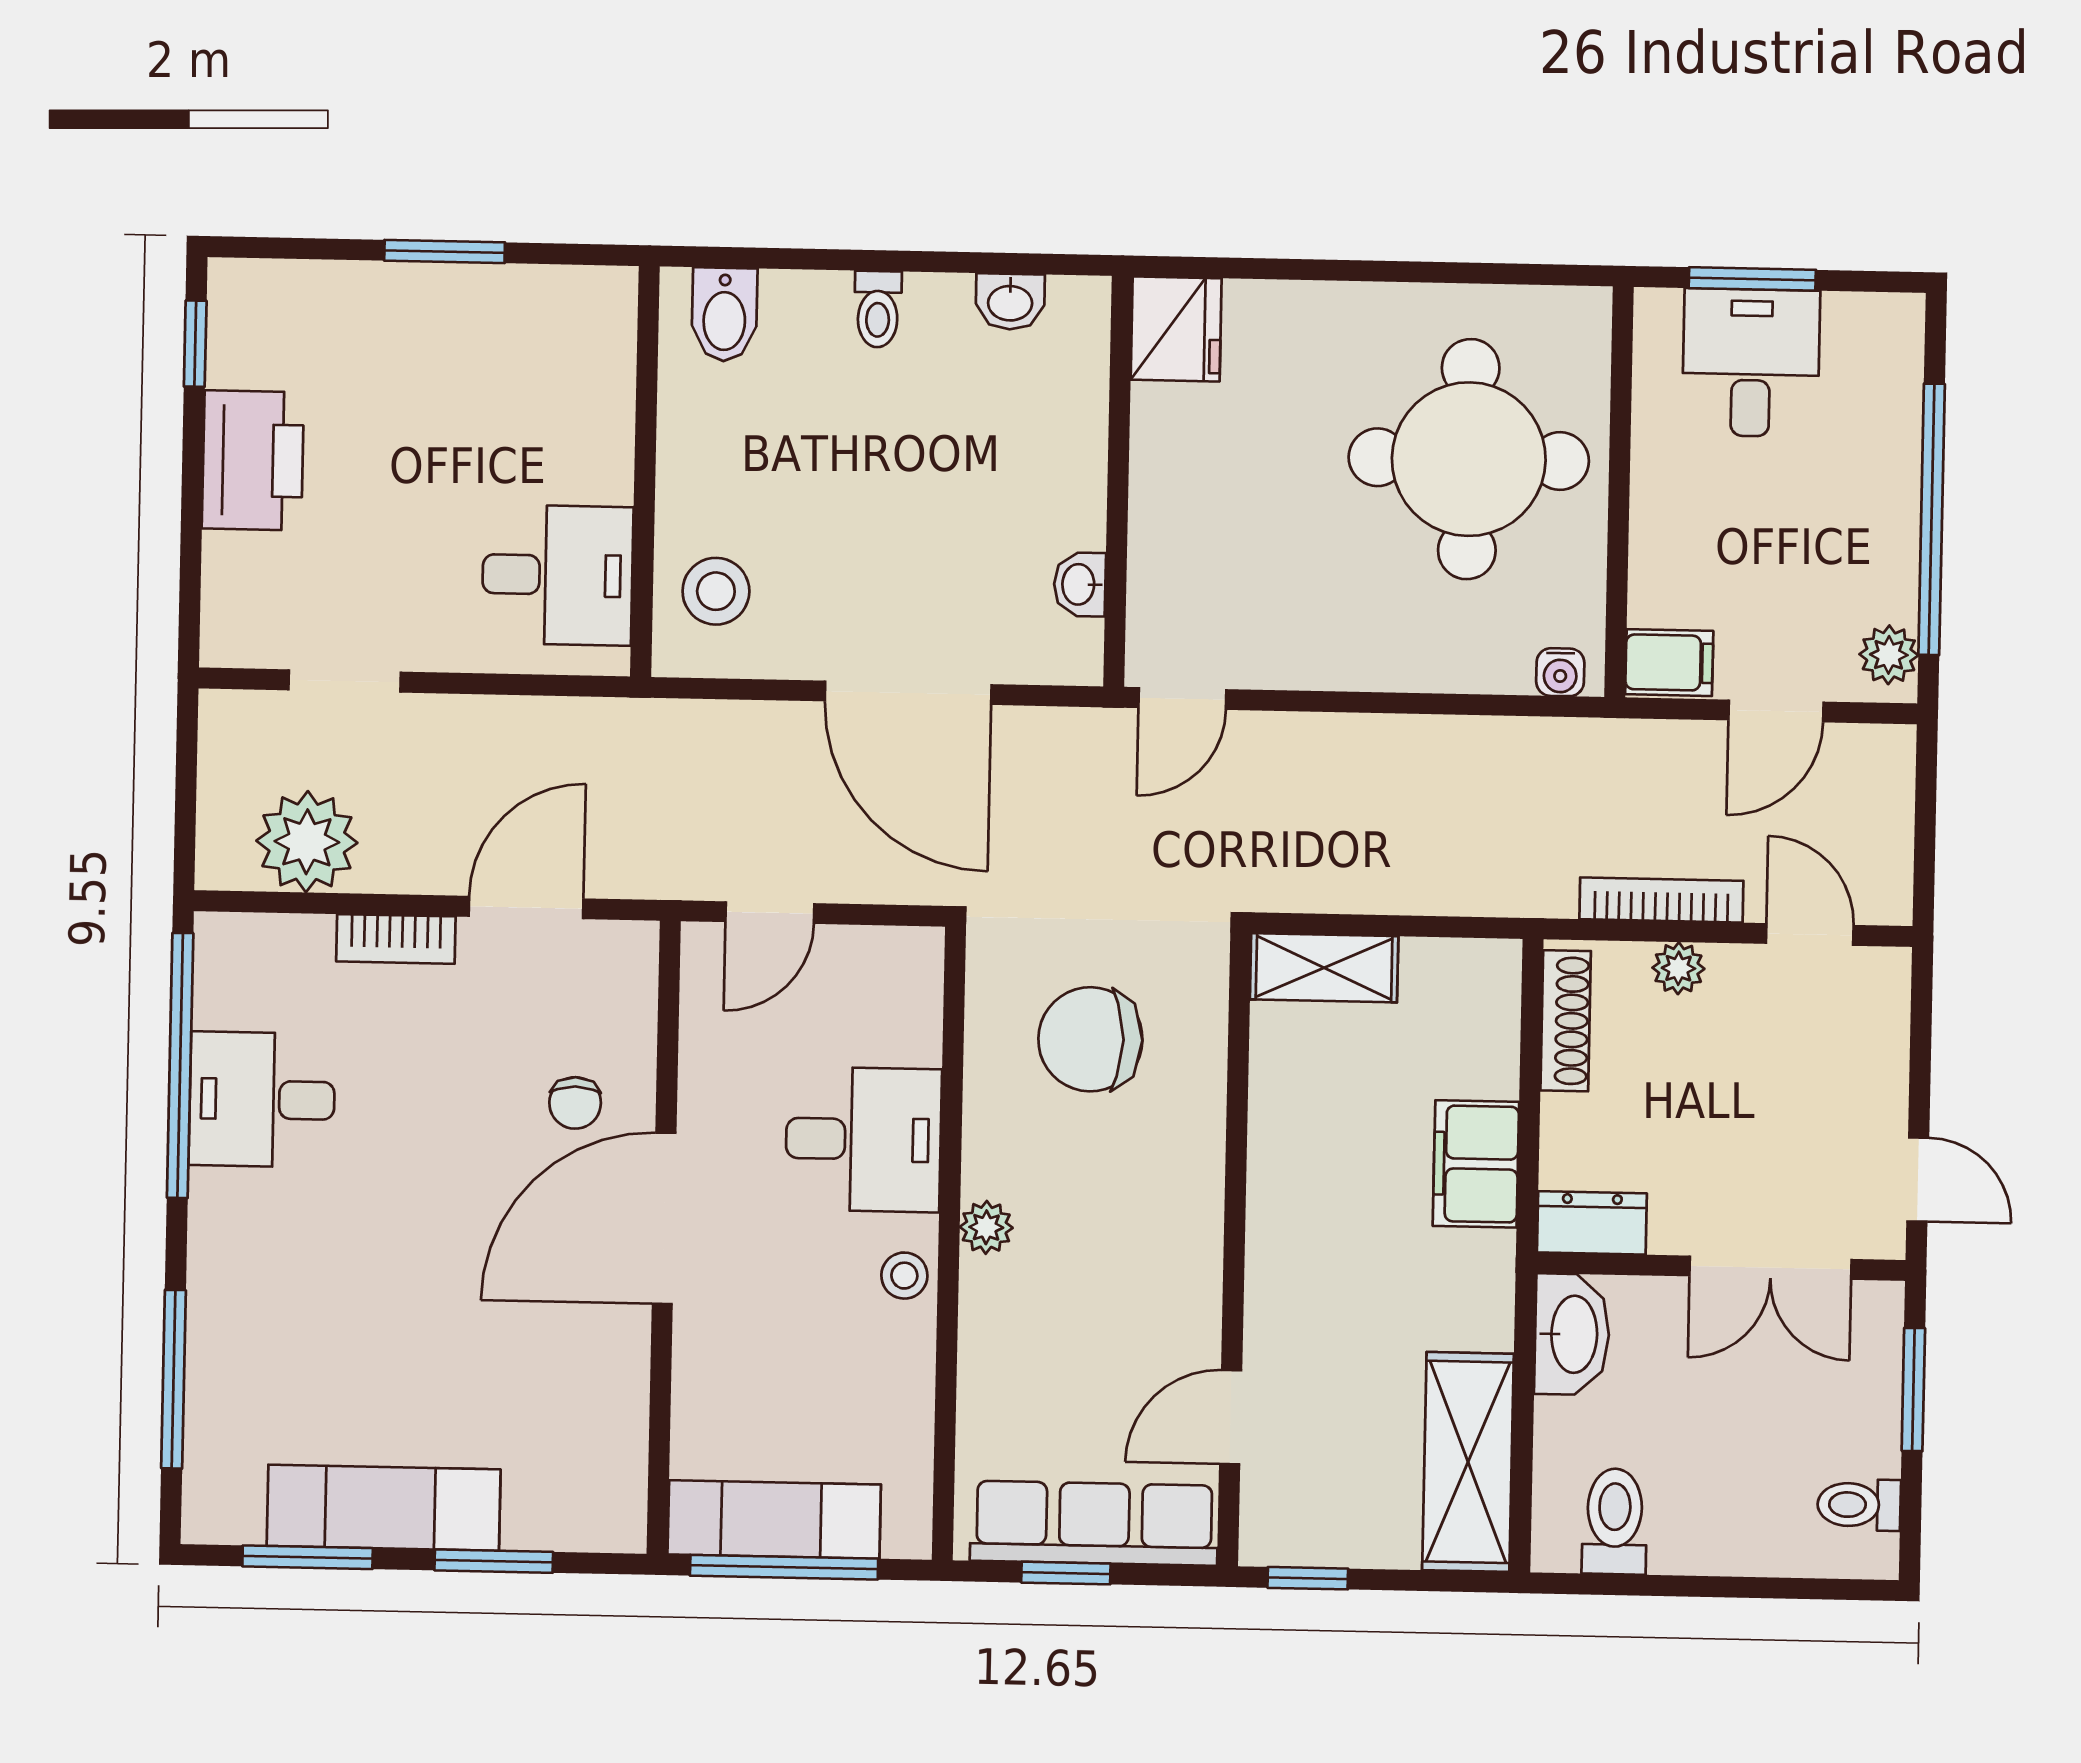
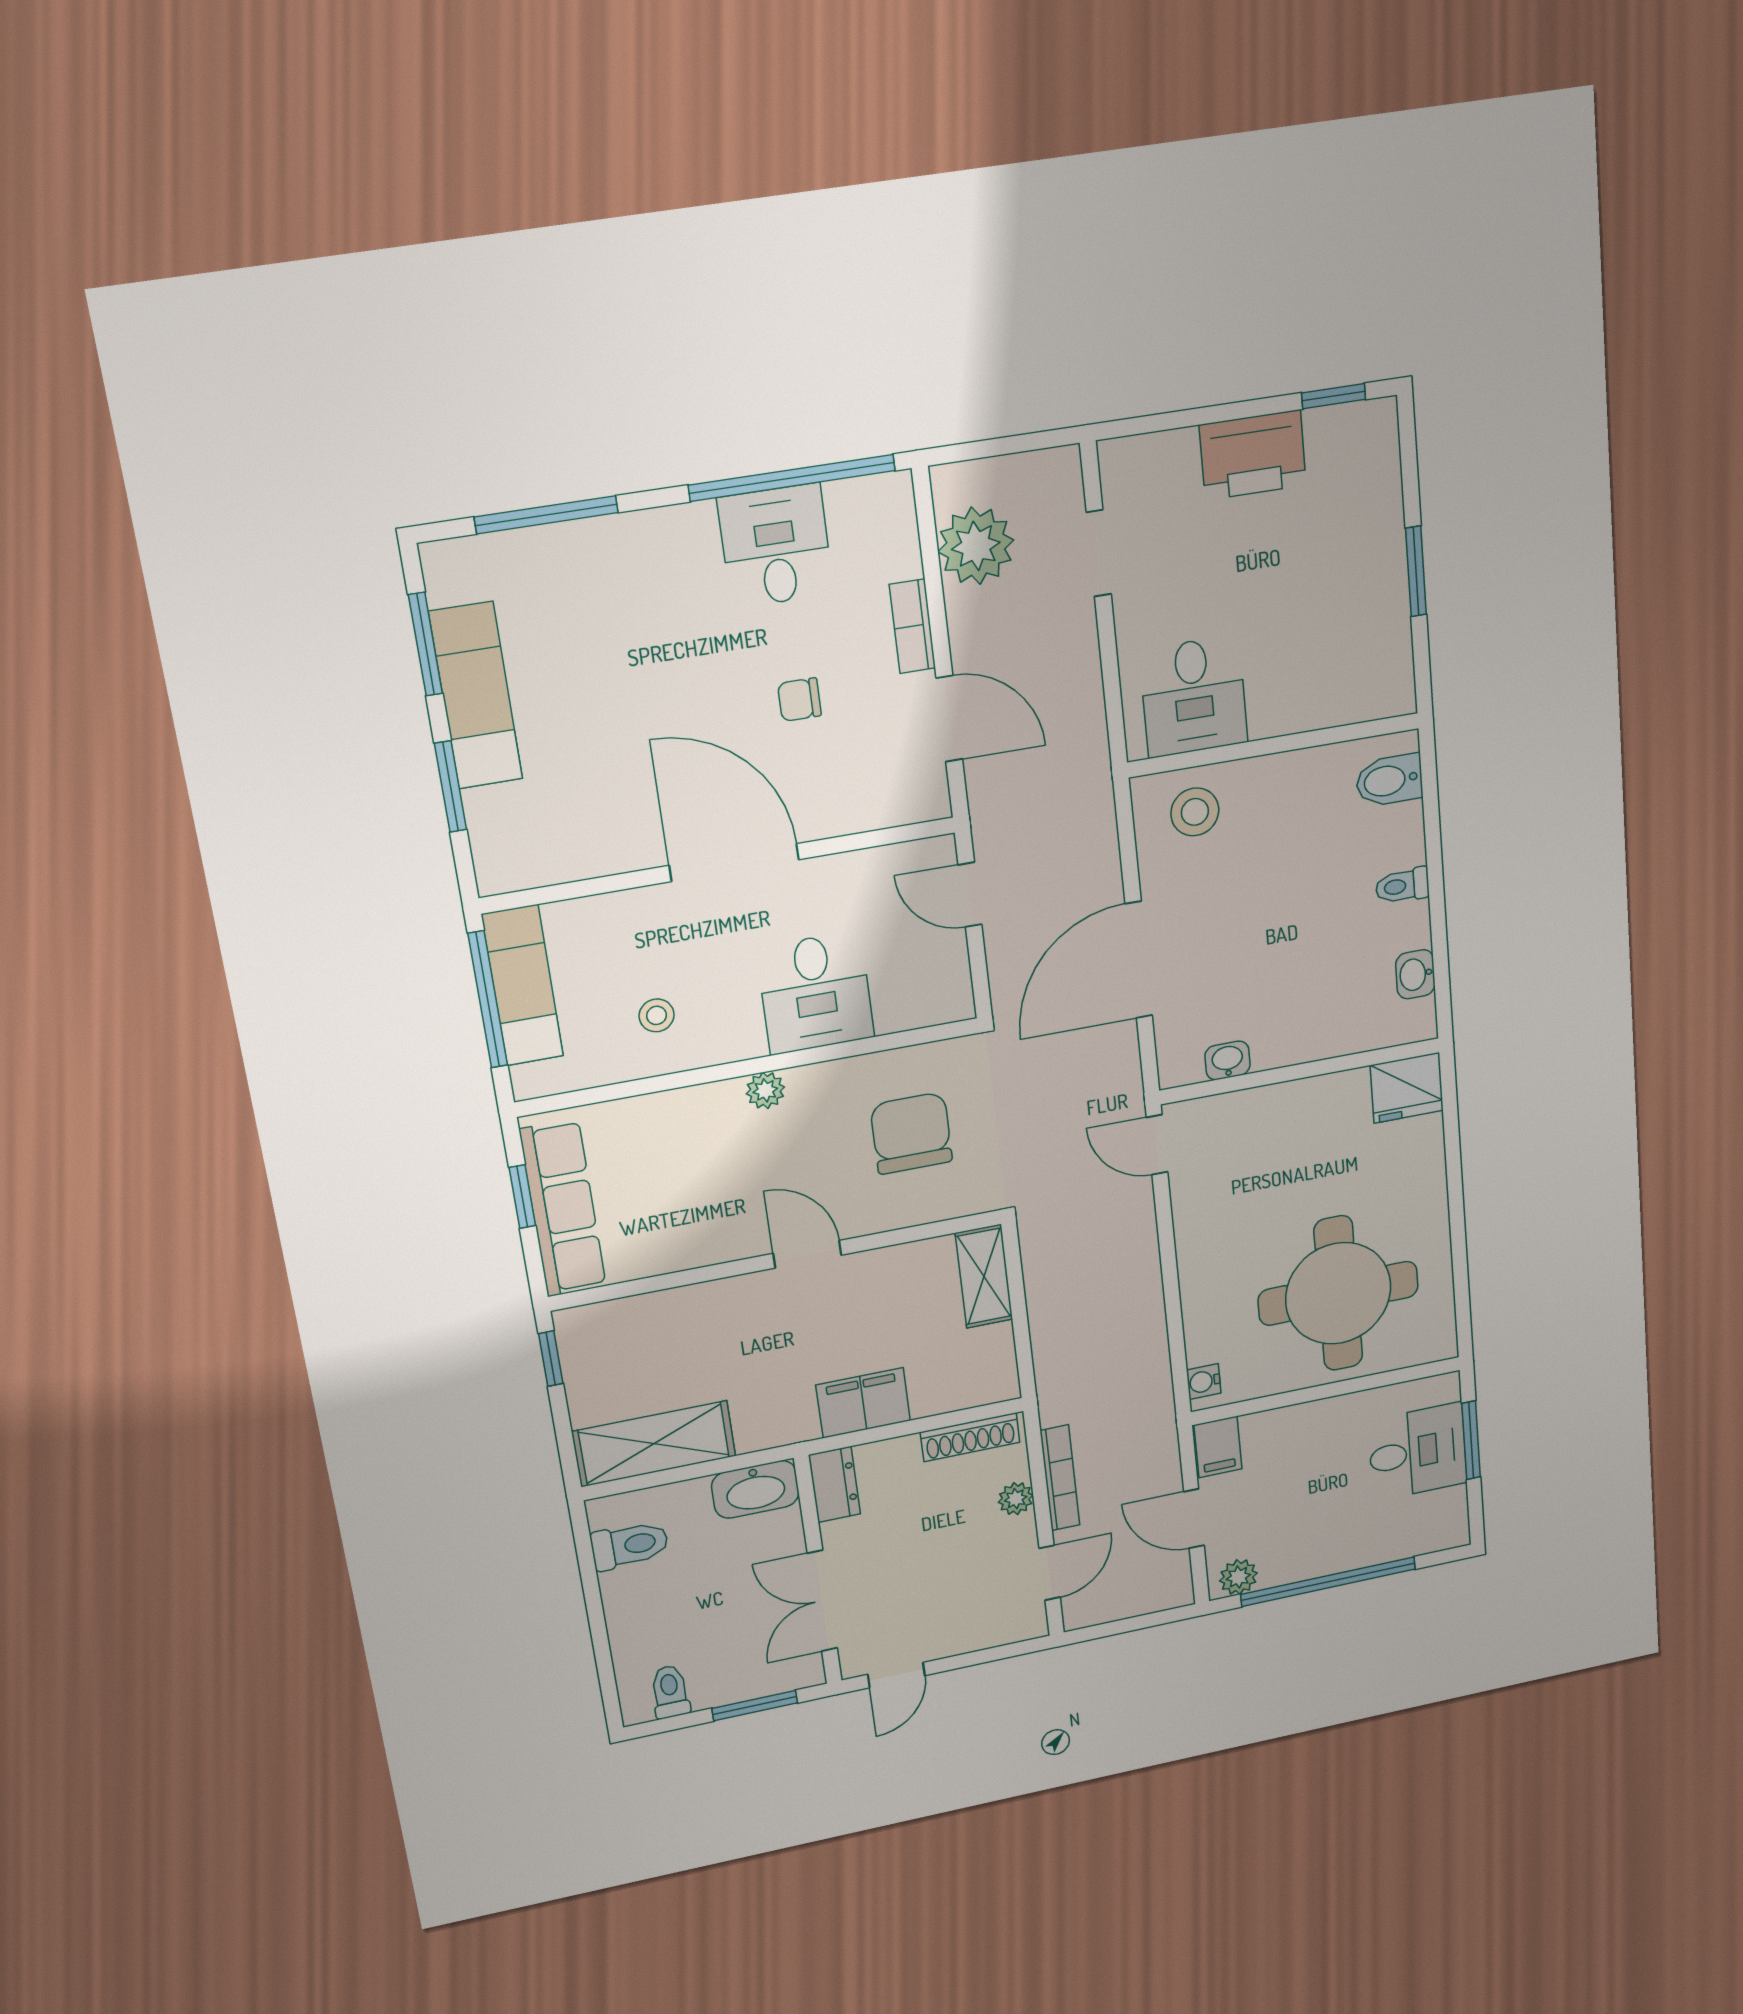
chair: (575, 1103) -> (799, 700), moved
stool: (904, 1276) -> (657, 1015), moved
door: (1231, 1417) -> (807, 1254), moved

